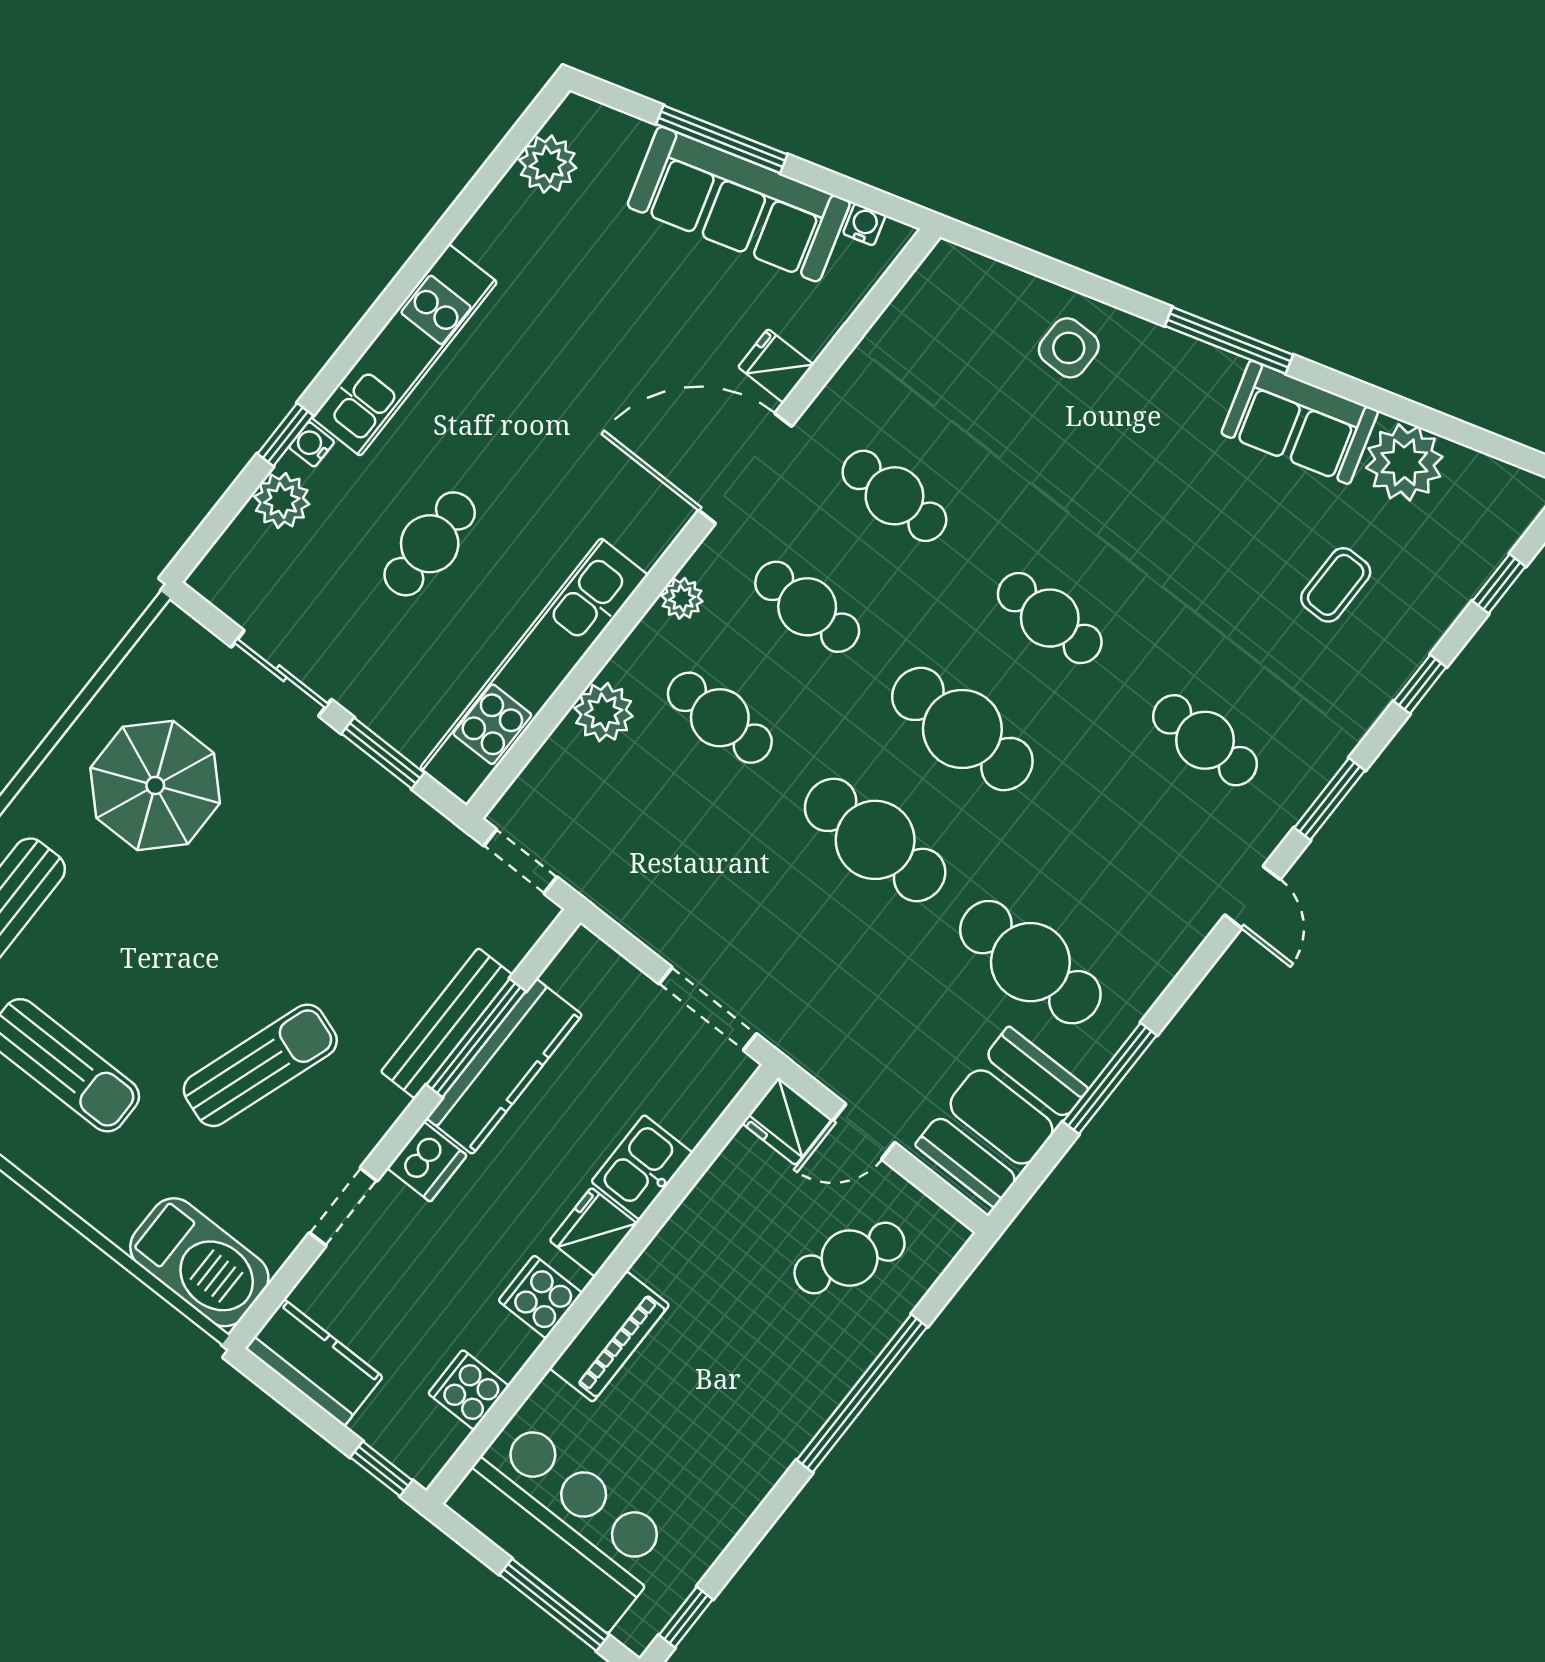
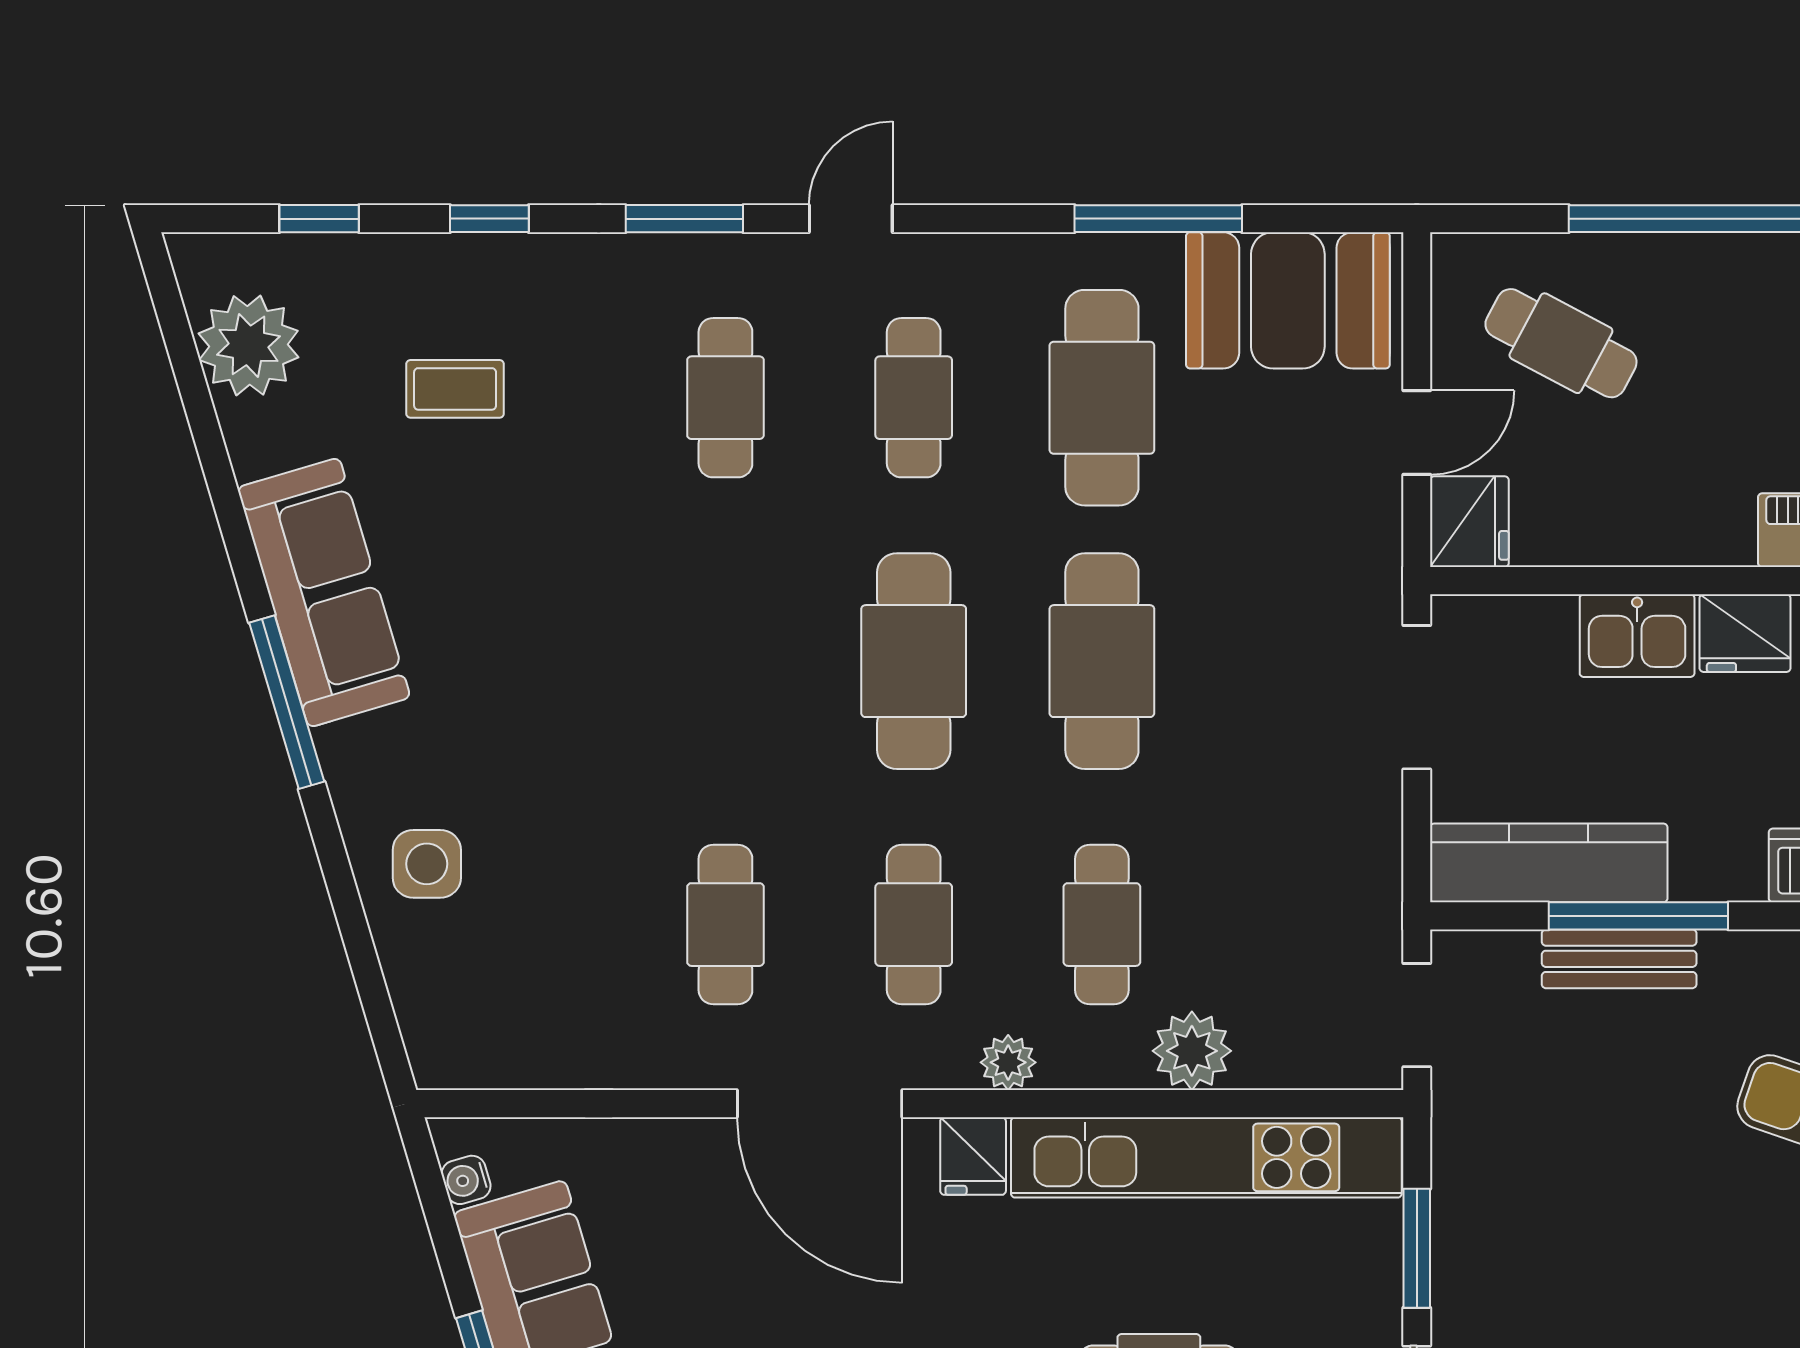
fridge: (776, 366) -> (973, 1156), moved
sofa: (1300, 422) -> (324, 592), width x1.36
plant: (1404, 462) -> (248, 345), moved
cafe table: (1050, 618) -> (914, 398), moved
bench: (447, 1023) -> (1619, 959), width x0.73
kitchen counter: (504, 1066) -> (1549, 863), moved
door: (864, 1132) -> (1417, 433), hinge flipped

